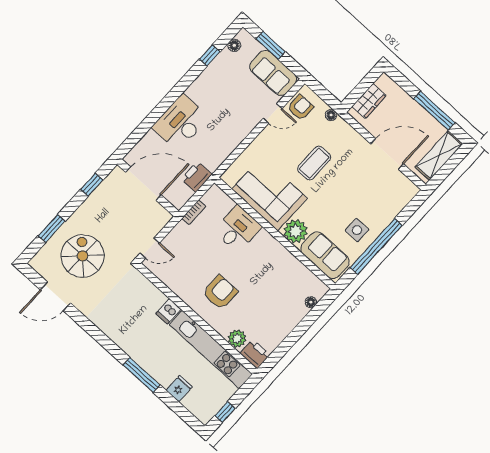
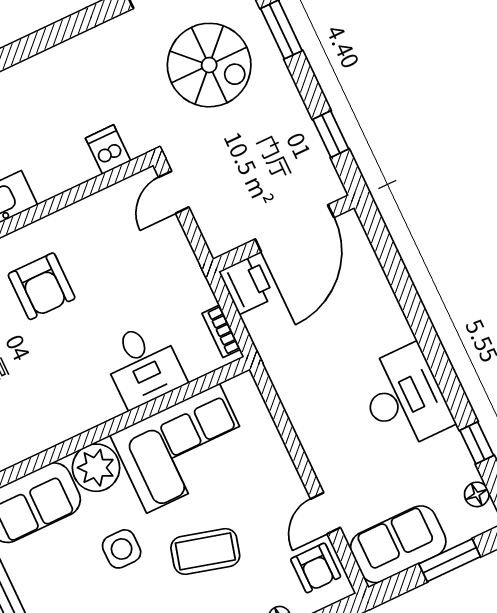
desk: (180, 123) -> (404, 398), moved
coffee table: (314, 163) -> (205, 551), turned -75
printer: (197, 177) -> (247, 285), moved
bookcase: (194, 212) -> (221, 331), moved
side table: (357, 230) -> (122, 549), moved
dishwasher: (168, 311) -> (108, 149), moved

